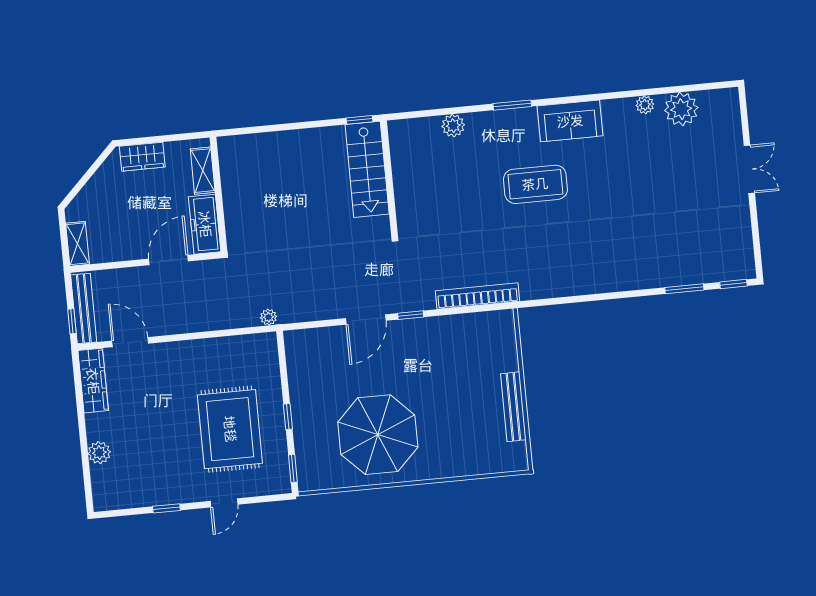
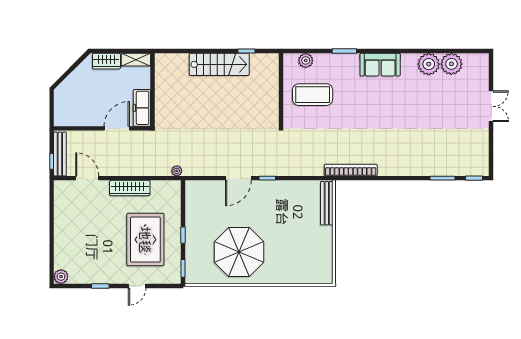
plant: (645, 105) -> (429, 64), width x1.87, depth x1.87
stairs: (367, 169) -> (219, 64), moved, turned -90
shelving: (203, 171) -> (136, 60), moved, turned 90
wall: (389, 178) -> (281, 90), moved
coffee table: (535, 184) -> (313, 95), moved
shelving: (78, 244) -> (60, 113), removed
bookcase: (477, 296) -> (351, 170), moved
wardrobe: (93, 381) -> (130, 188), moved, turned 90
bench: (513, 407) -> (327, 203), moved
plant: (99, 453) -> (61, 277), moved

